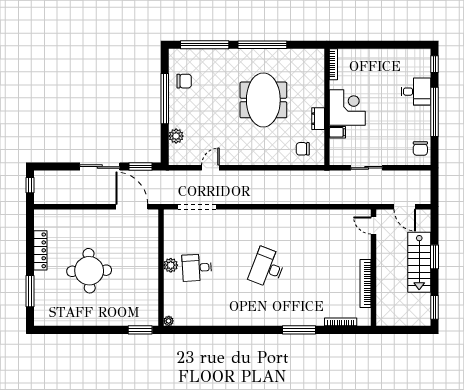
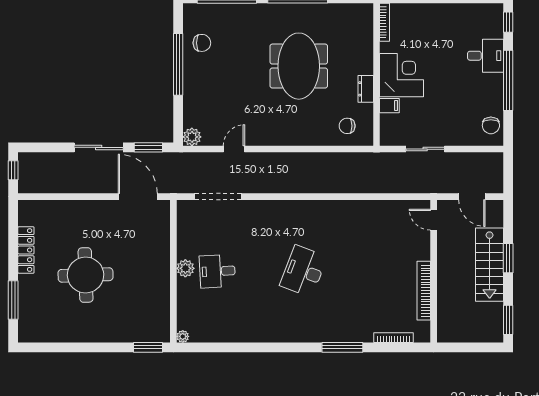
plant: (176, 136) -> (192, 137), moved

